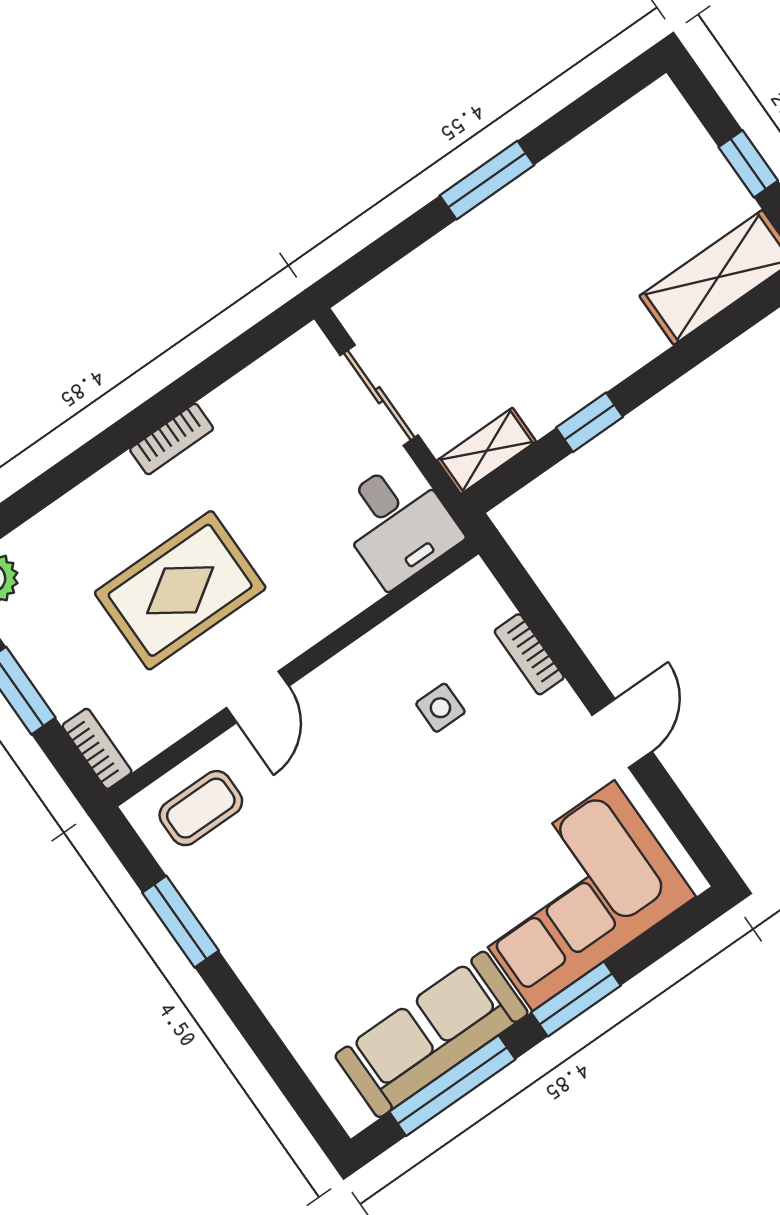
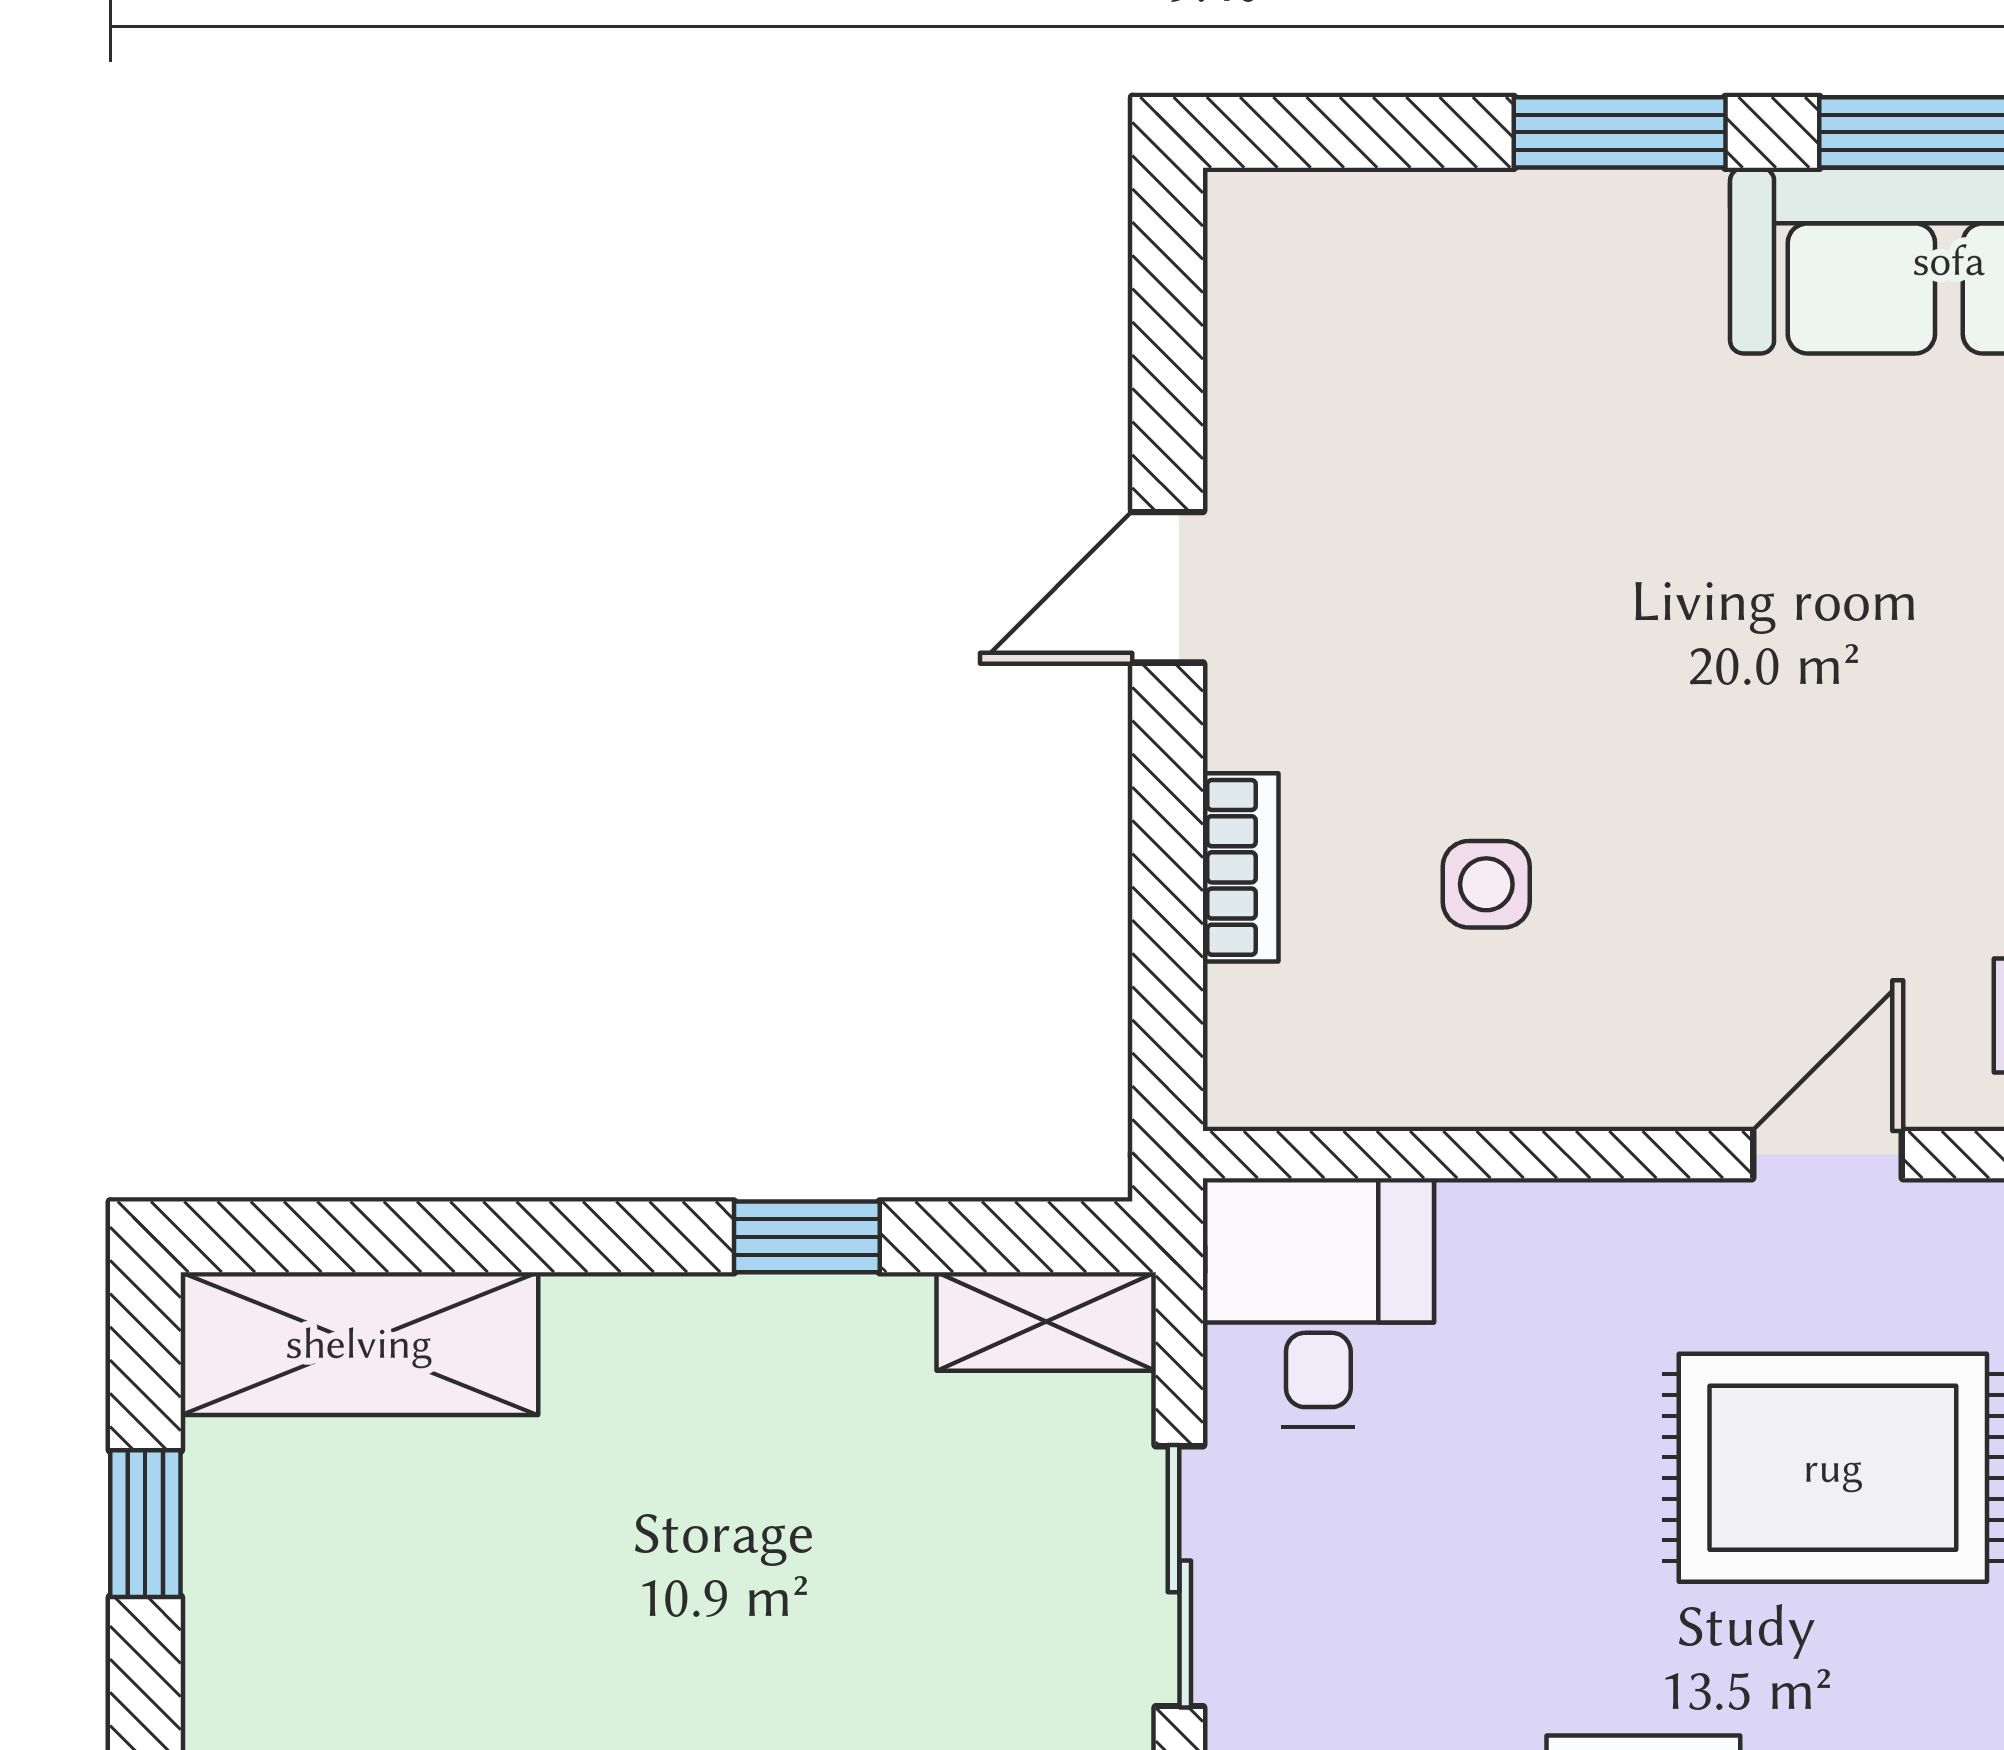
corner sofa: (573, 896) -> (1483, 337), removed

